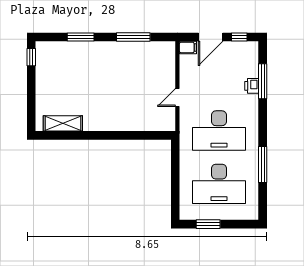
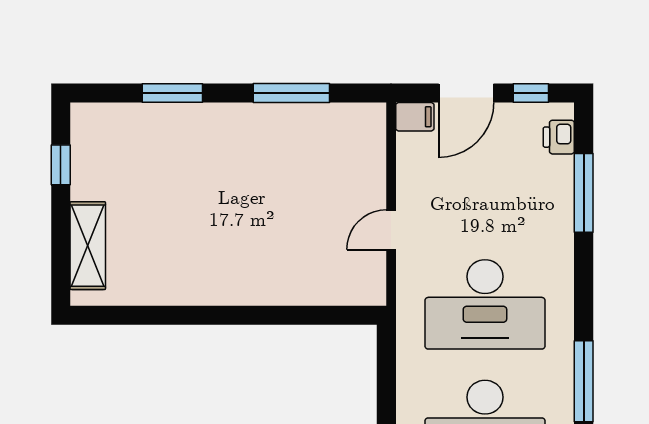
window: (31, 57) -> (61, 165), moved
printer: (252, 86) -> (559, 137), moved
shelving: (63, 123) -> (88, 246), moved, turned 90

